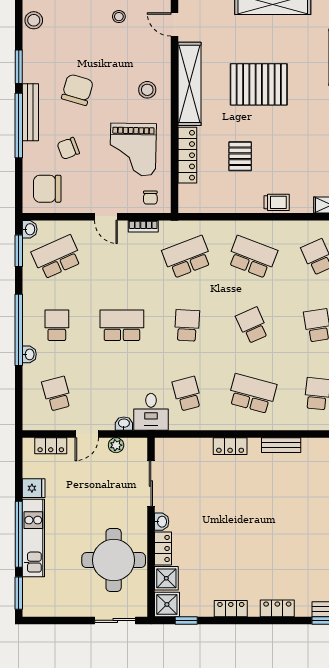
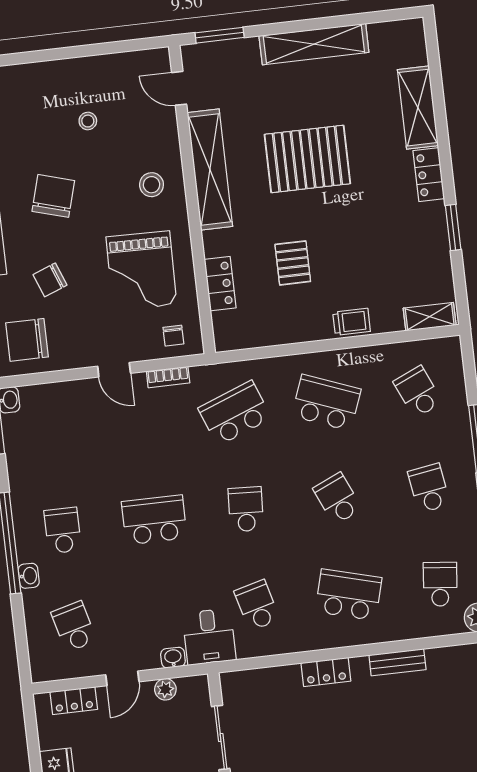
stool: (119, 17) -> (88, 121), moved
locker: (187, 155) -> (220, 284), width x0.66
school desk: (57, 257) -> (52, 434), removed

